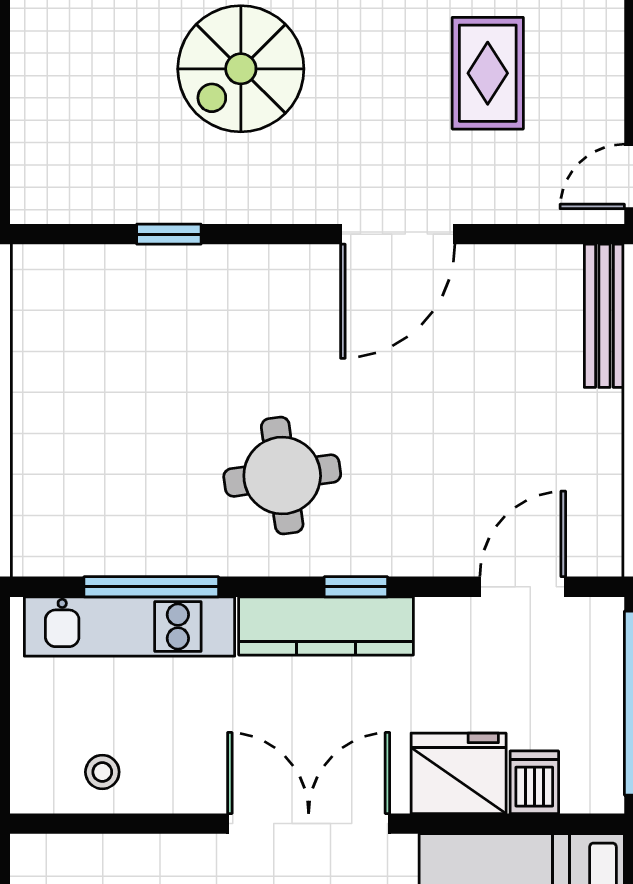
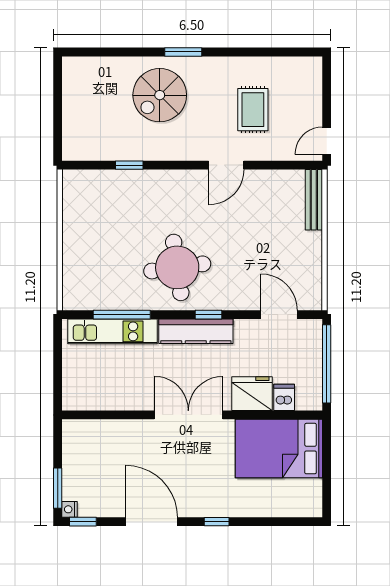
rug: (488, 73) -> (253, 110), moved
door: (398, 234) -> (226, 165), width x0.73
round table: (282, 476) -> (177, 267), width x1.36, depth x1.36
door: (523, 587) -> (279, 315), hinge flipped
stool: (102, 772) -> (101, 393), removed

